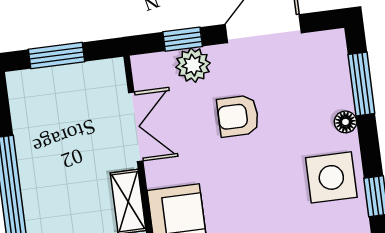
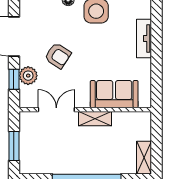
armchair: (238, 116) -> (58, 56), turned -57

